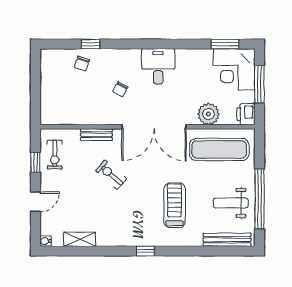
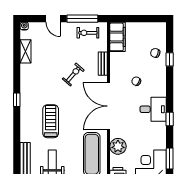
window: (172, 44) -> (170, 119), added
filing cabinet: (60, 115) -> (118, 37), added
window: (35, 162) -> (82, 19), width x2.17
treadmill: (175, 205) -> (51, 121), turned -90

